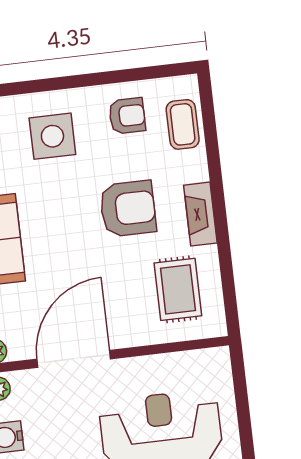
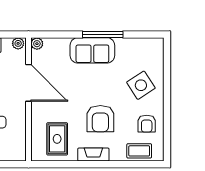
side table: (52, 136) -> (141, 85), turned -33
rug: (178, 289) -> (57, 139), turned 90

